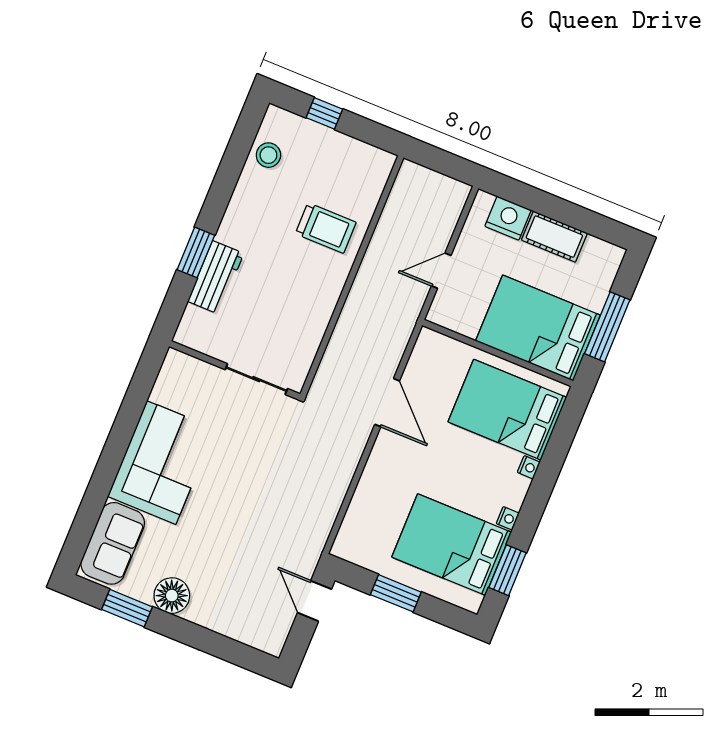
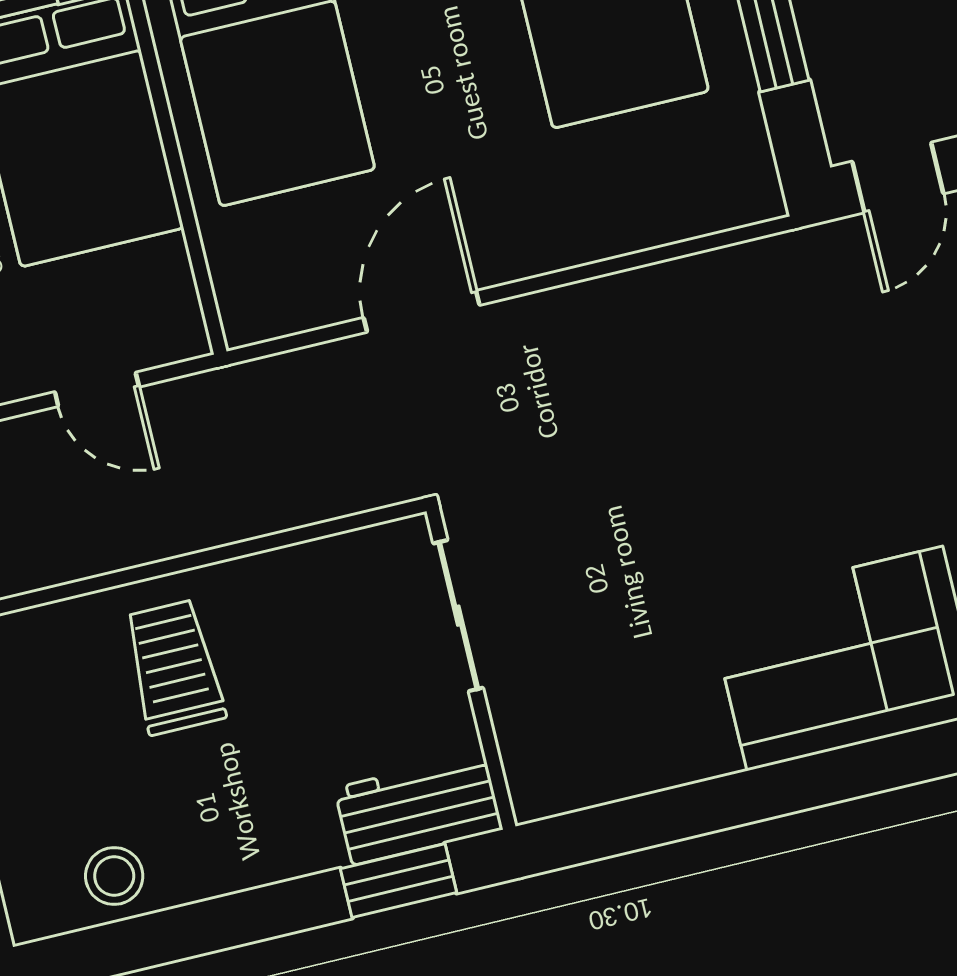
wall: (235, 370) -> (471, 669), moved
sliding door: (256, 379) -> (458, 616), moved

